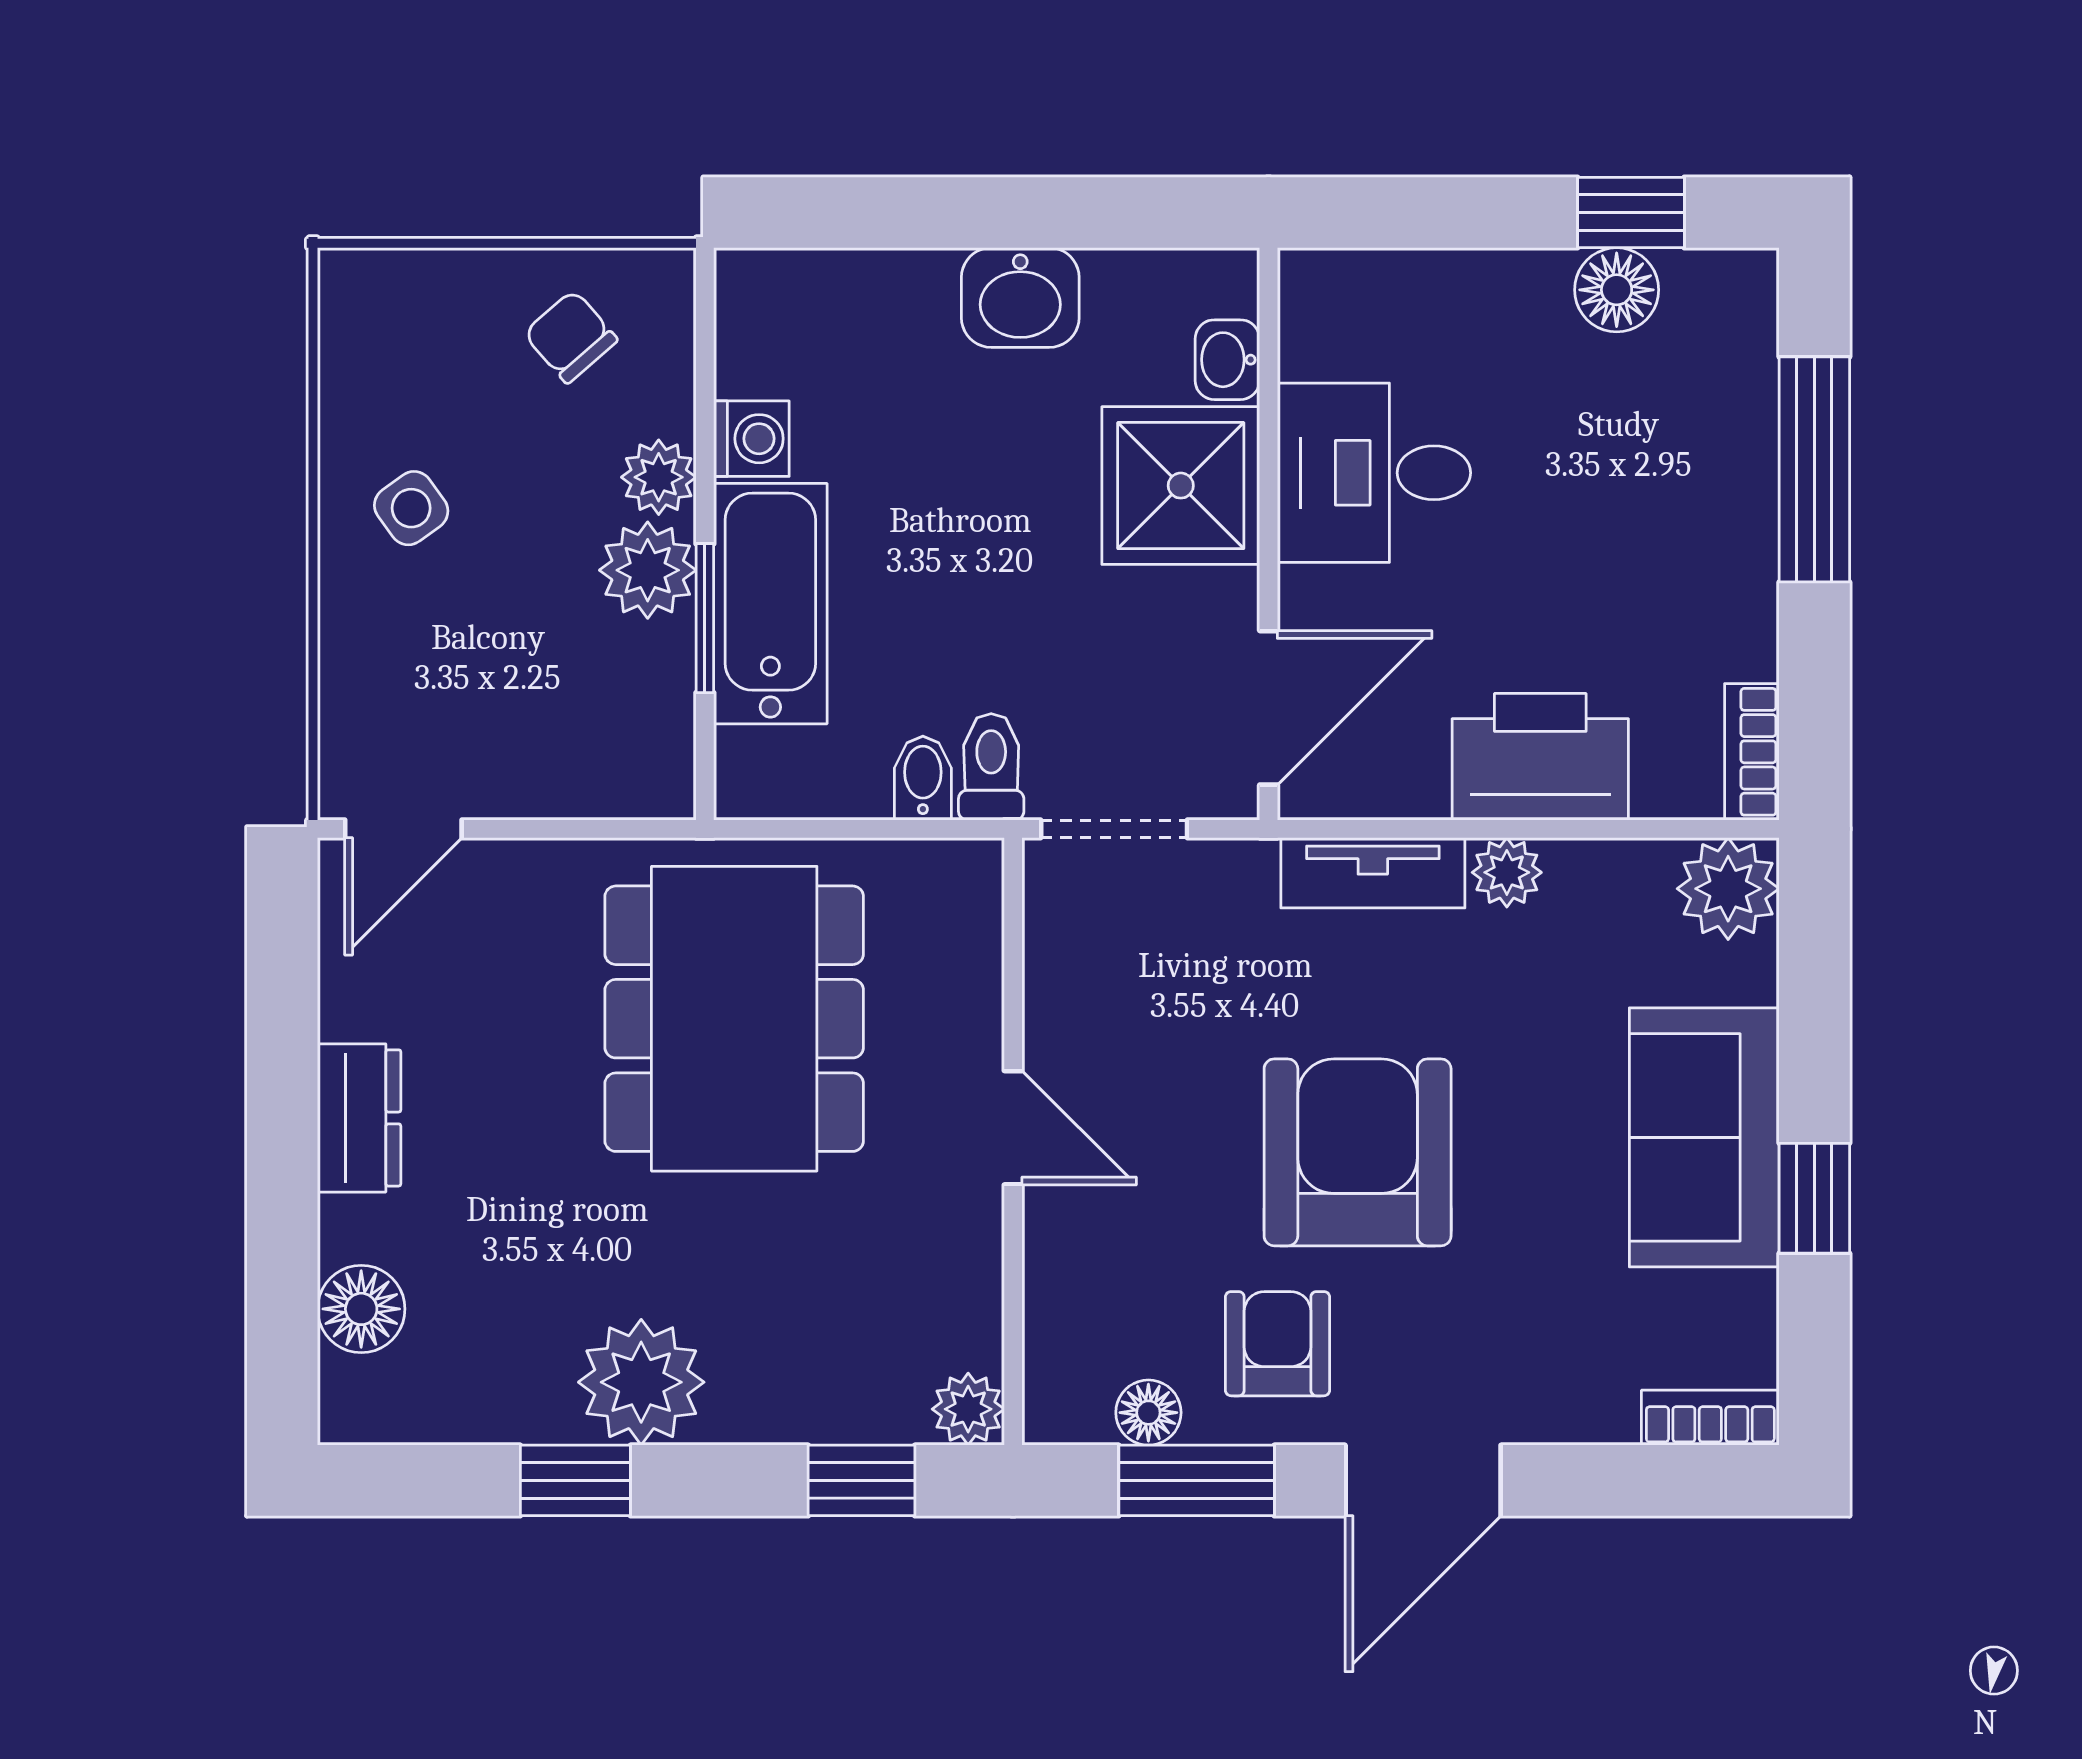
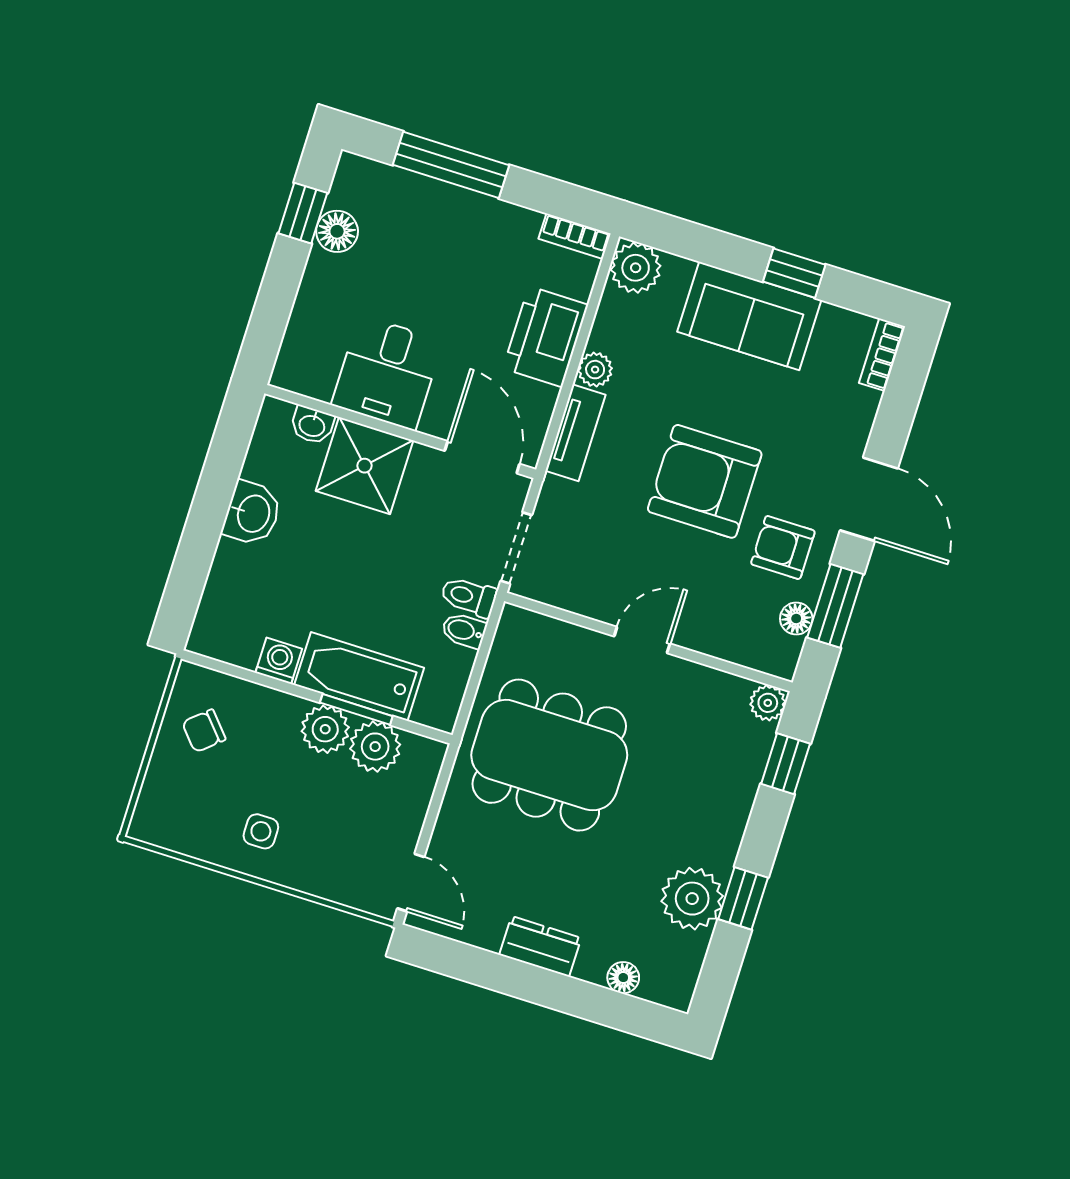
plant: (659, 477) -> (375, 747), moved, width x1.38, depth x1.38
side table: (411, 508) -> (261, 831), turned 36
floor lamp: (361, 1309) -> (623, 978), width x0.73, depth x0.73
plant: (641, 1382) -> (692, 899), moved

